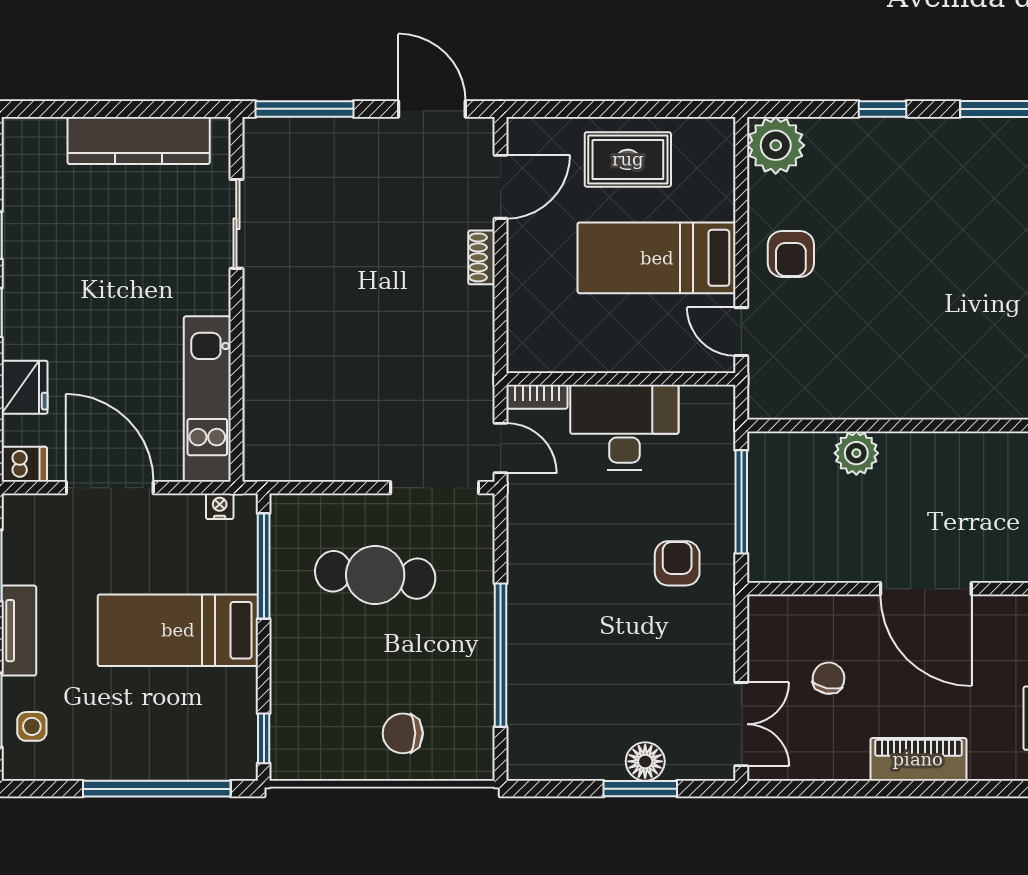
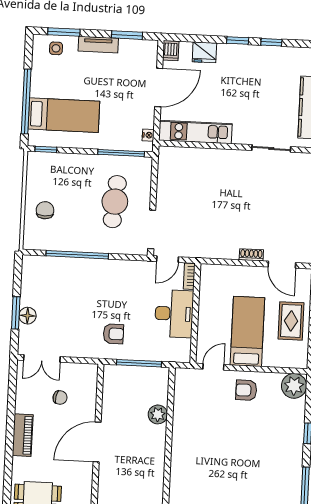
bed: (178, 630) -> (64, 115), moved, turned 90

